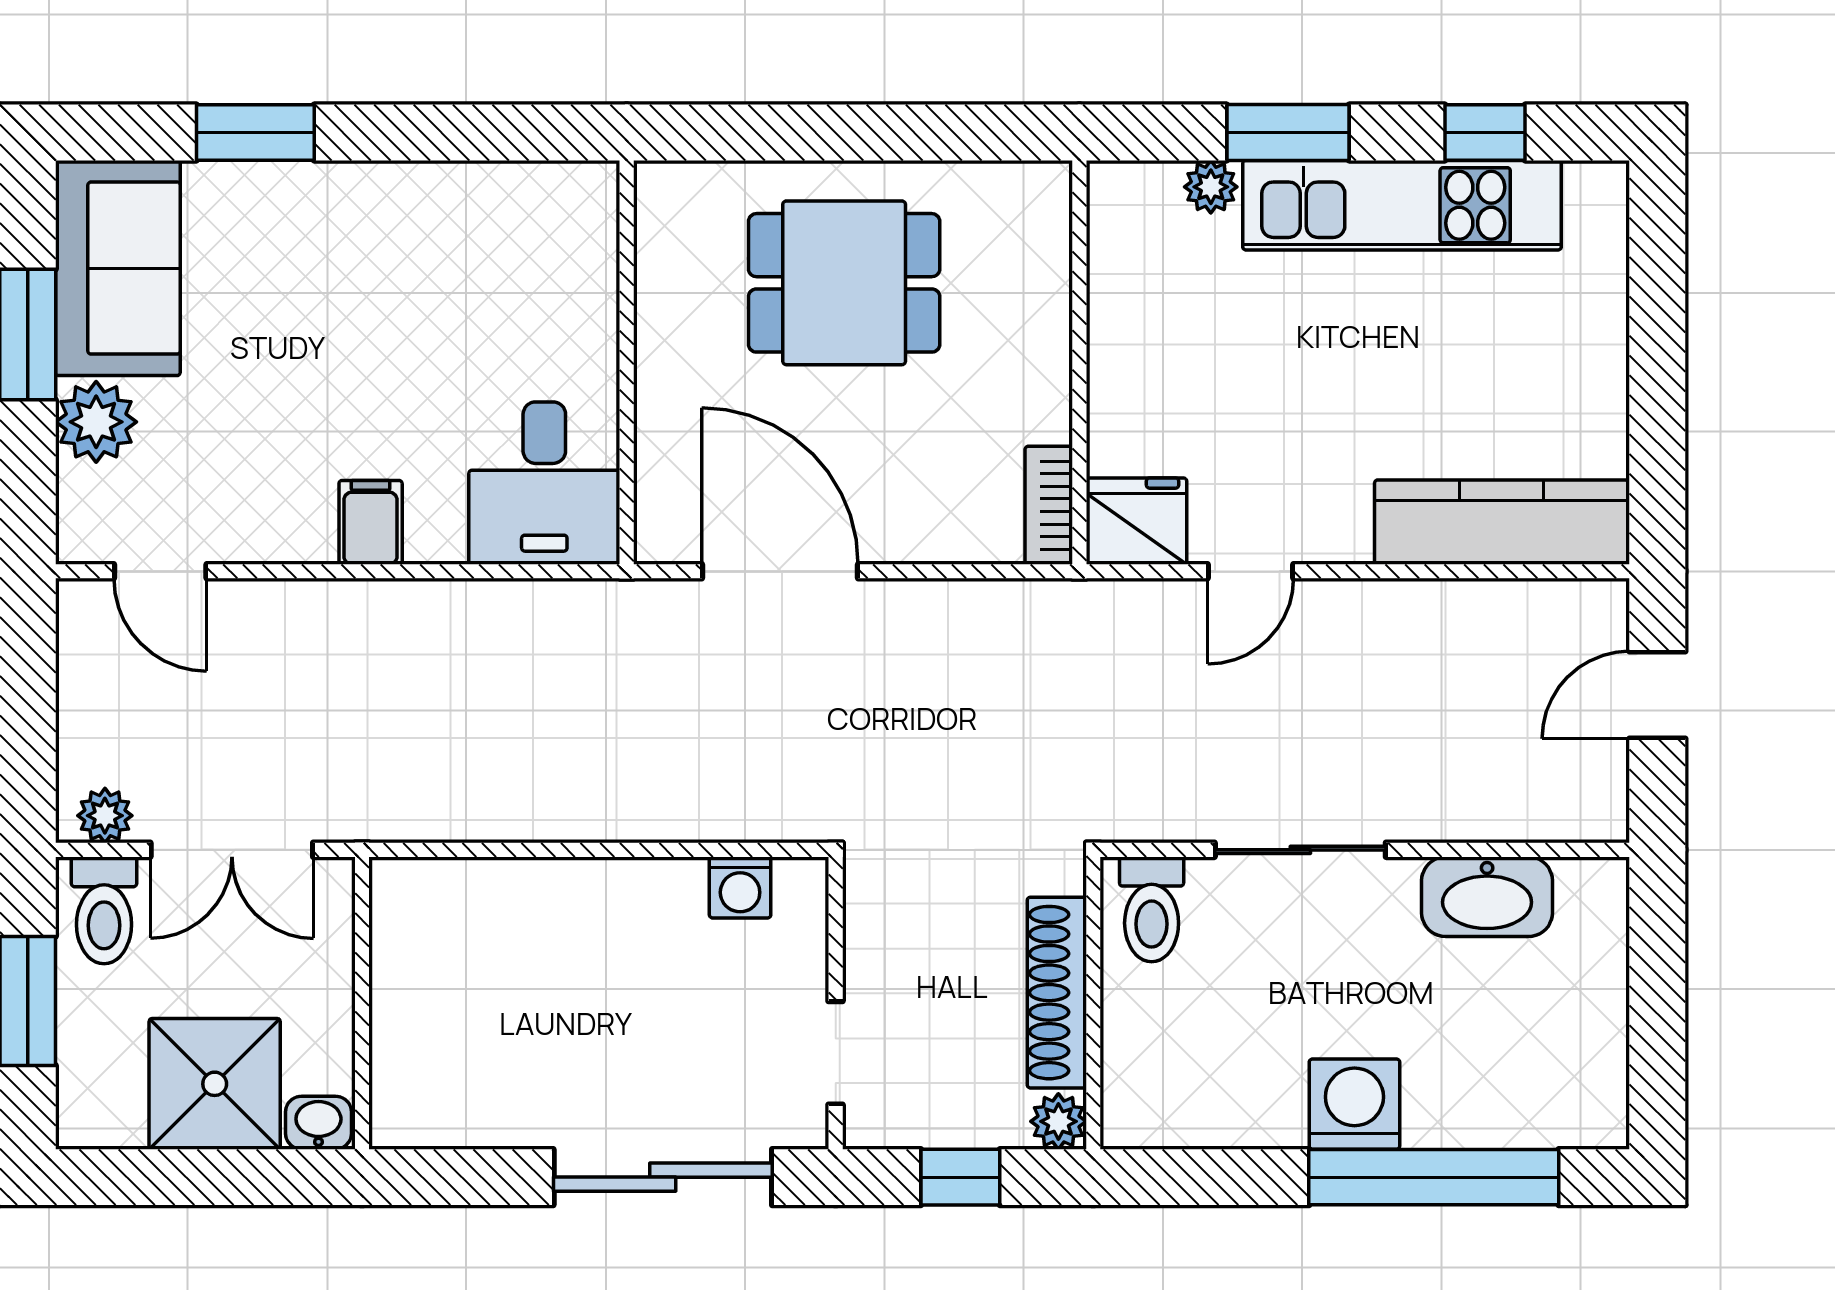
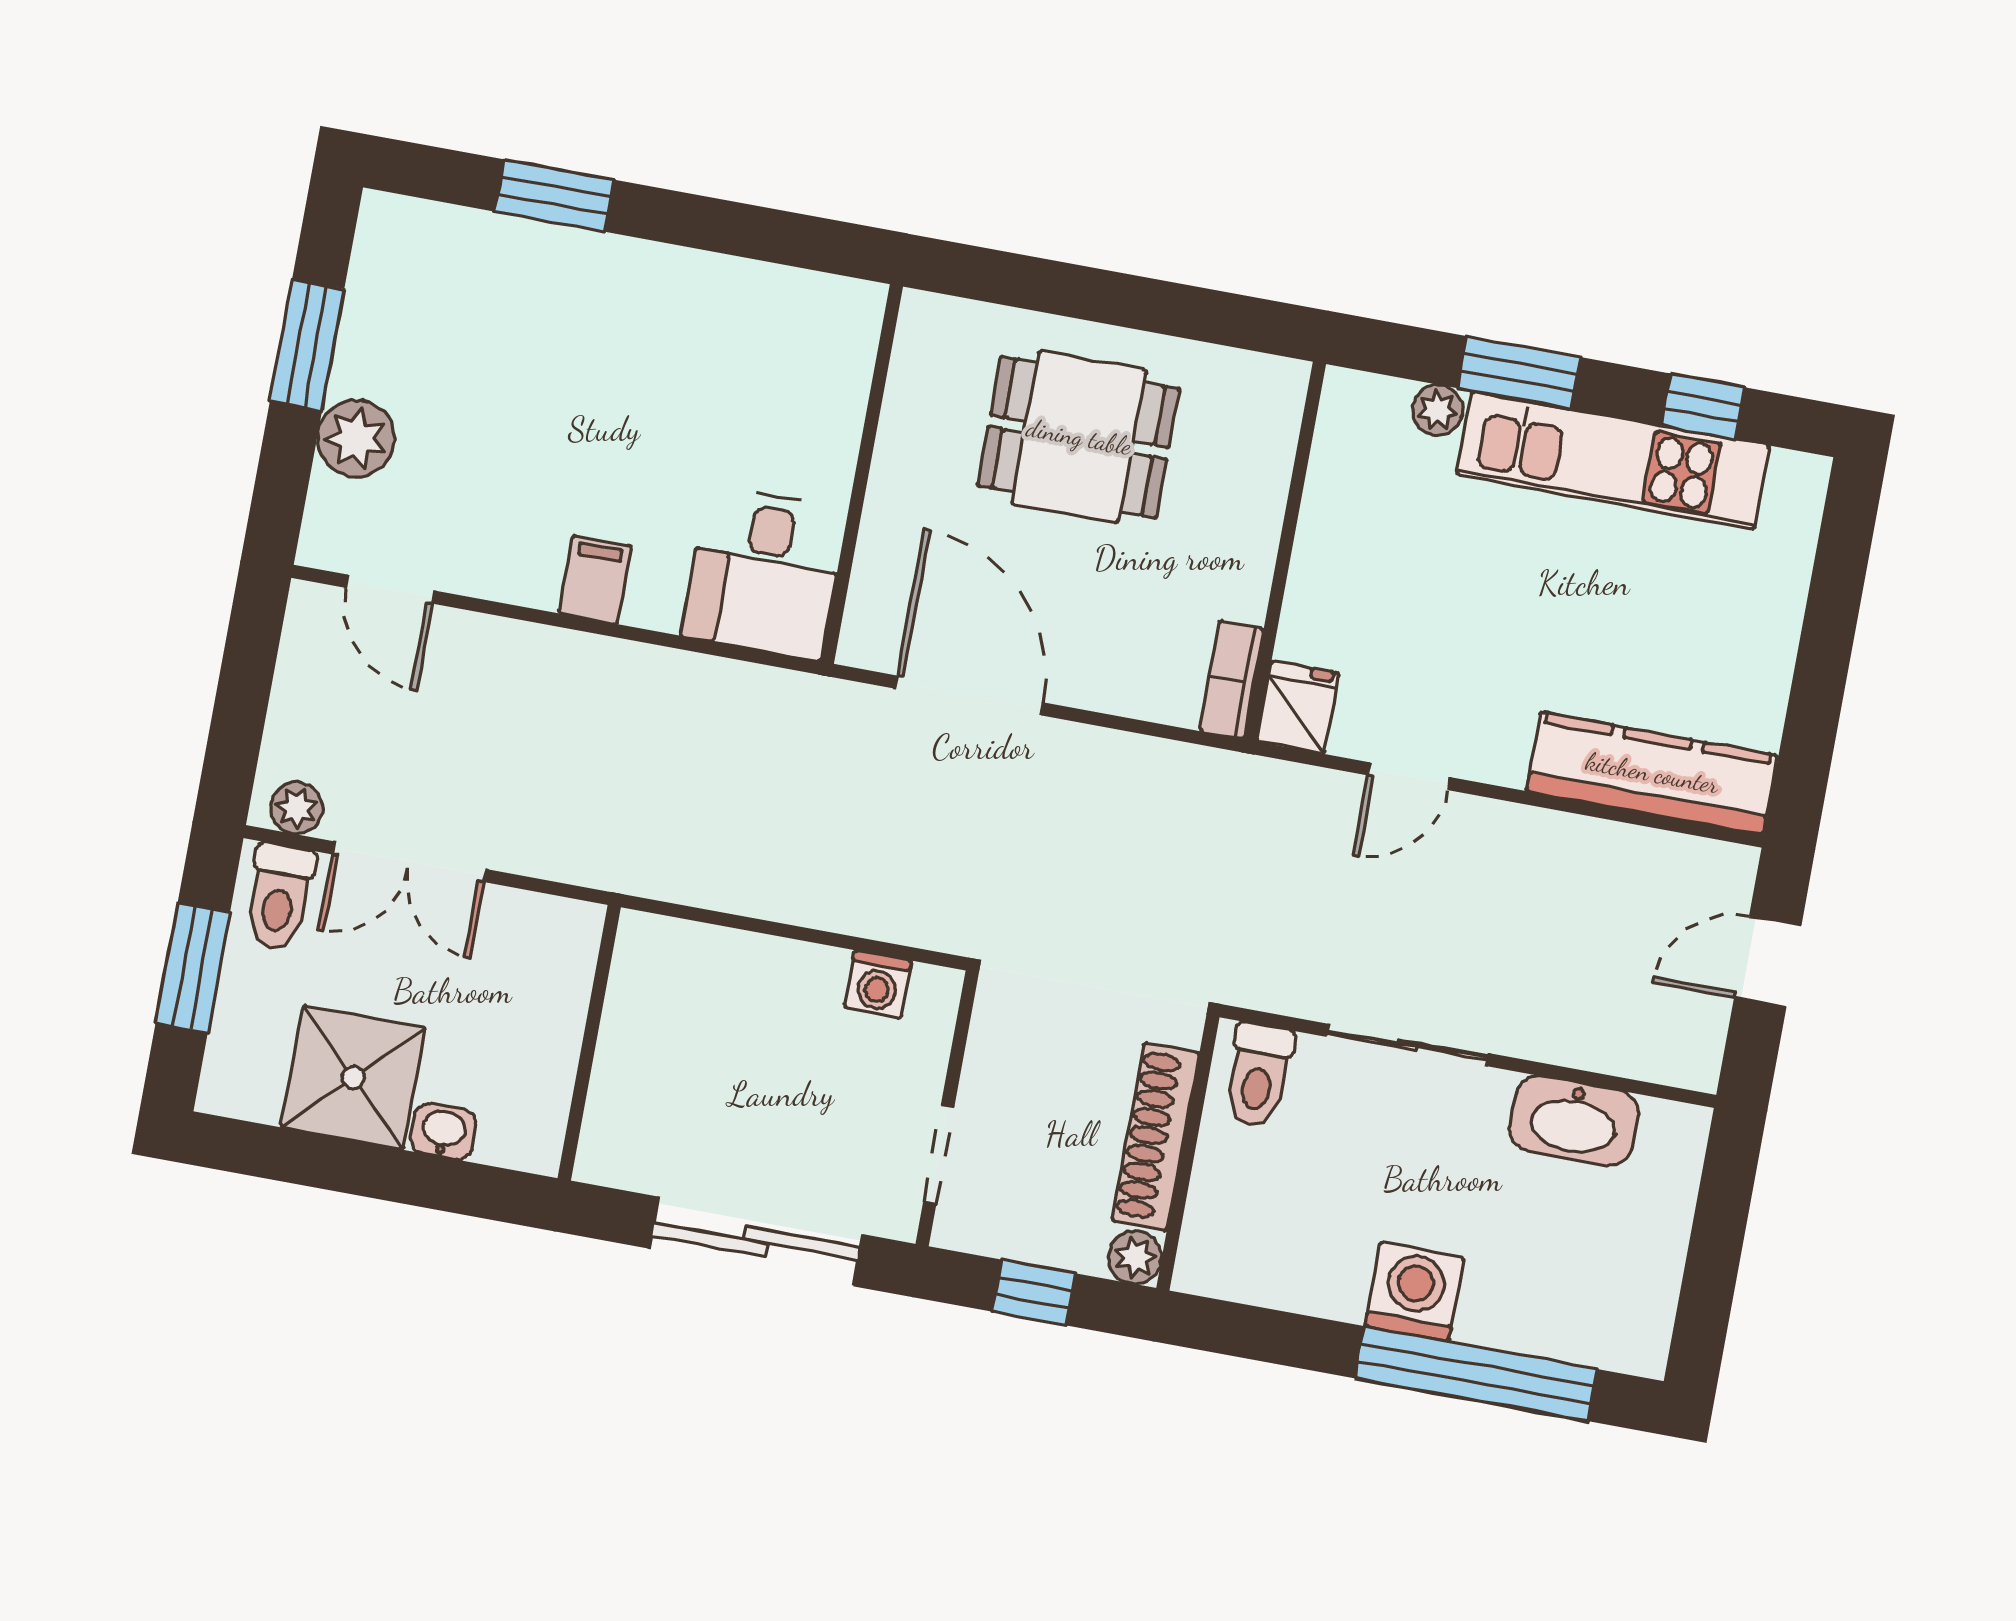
sofa: (118, 268) -> (403, 299), removed
fridge: (1136, 521) -> (1298, 707), width x0.72
wall: (362, 1003) -> (589, 1043), moved

